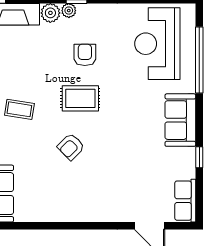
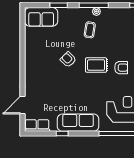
rug: (80, 98) -> (96, 65), turned 90
sofa: (180, 120) -> (78, 123), width x1.36

